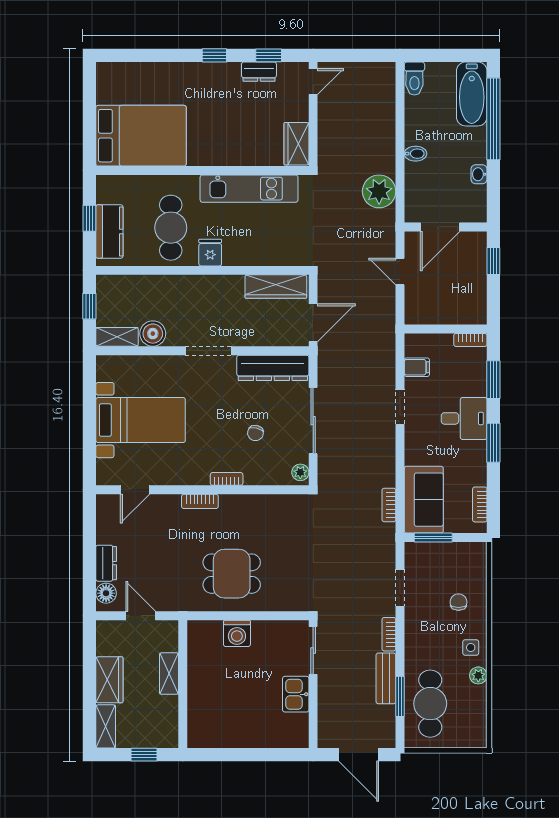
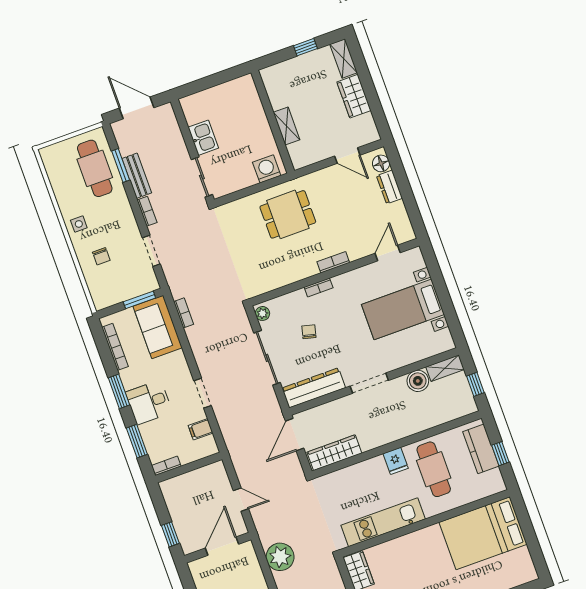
bookcase: (480, 504) -> (115, 347), width x1.56
shelving: (169, 674) -> (287, 126), moved
plant: (478, 675) -> (65, 204), removed
wall: (183, 684) -> (273, 122), moved

